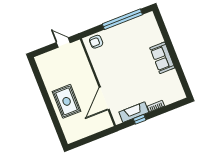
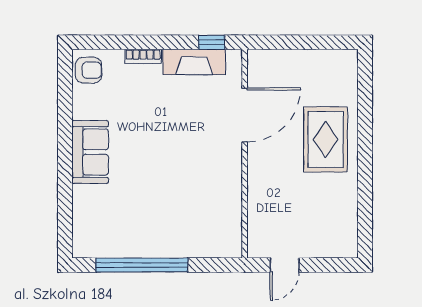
armchair: (96, 42) -> (89, 70), moved
door: (63, 43) -> (285, 265), hinge flipped
window: (140, 119) -> (212, 42), moved

